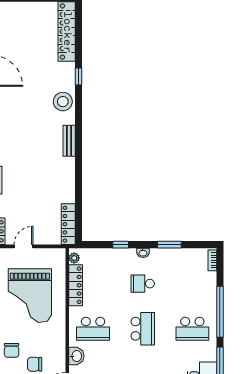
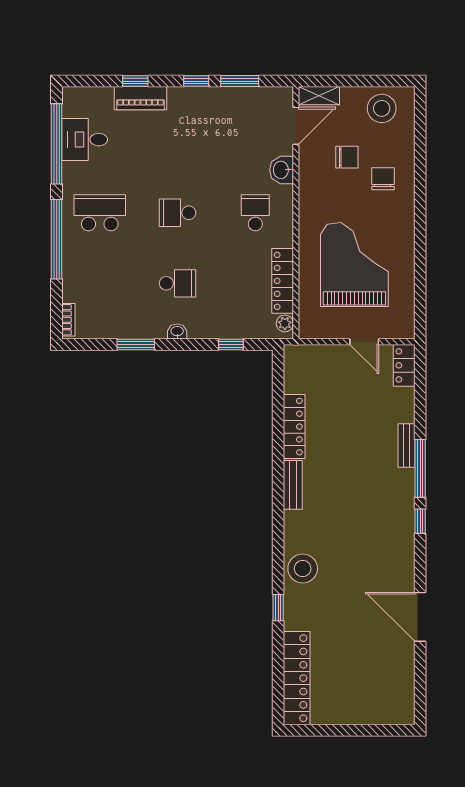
bench: (69, 141) -> (293, 485), moved
locker: (68, 224) -> (294, 427), moved
window: (121, 245) -> (231, 344), moved
door: (24, 246) -> (364, 342), hinge flipped
school desk: (93, 329) -> (255, 213), width x0.54
school desk: (143, 329) -> (178, 213), width x0.54

